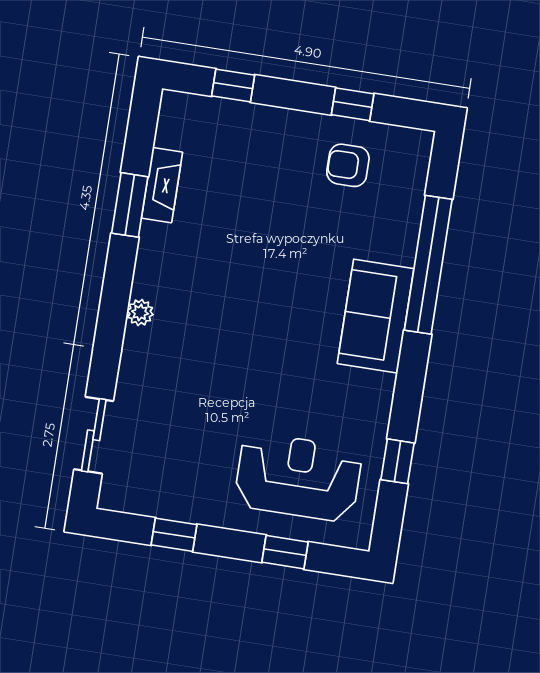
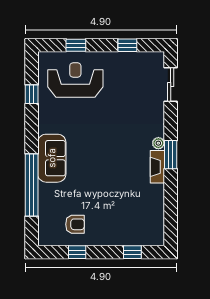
fireplace: (162, 185) -> (157, 167), moved
window: (130, 205) -> (171, 155), moved
reception desk: (298, 477) -> (75, 80), turned 180

